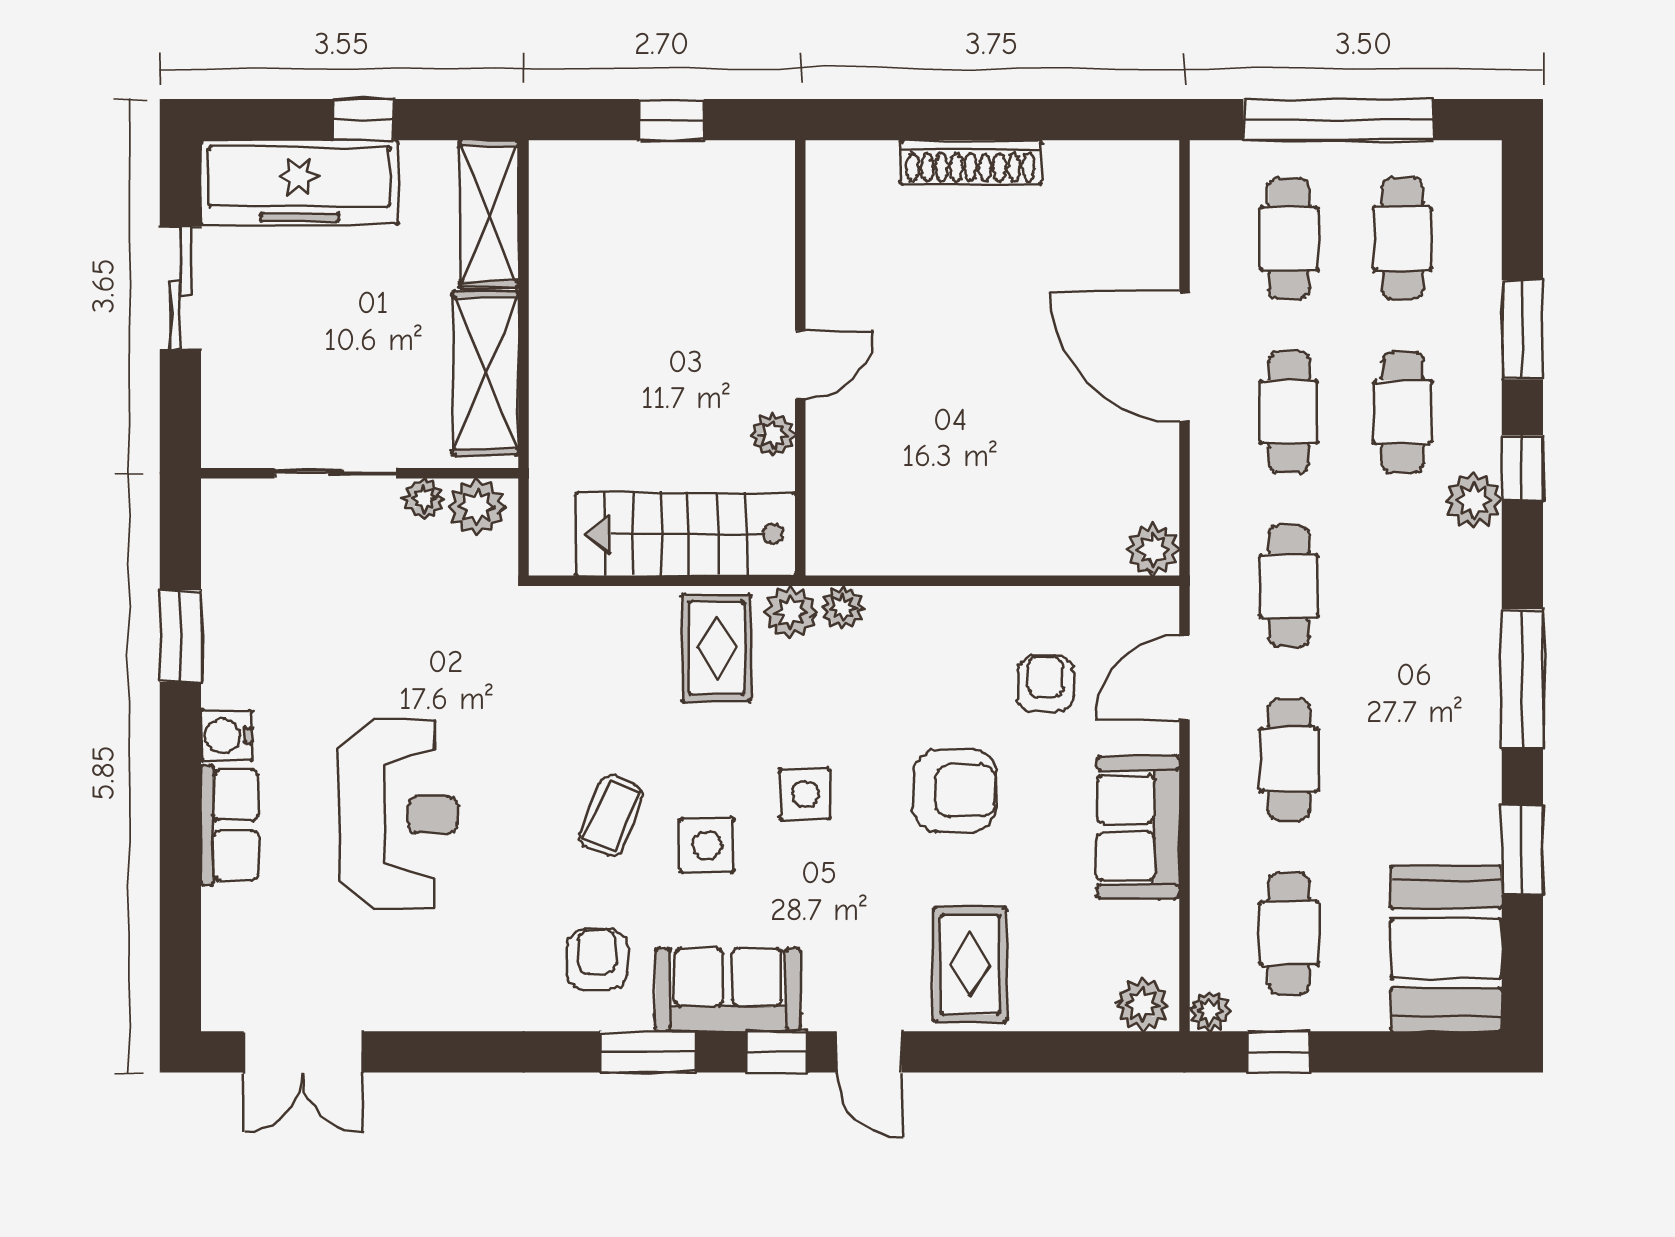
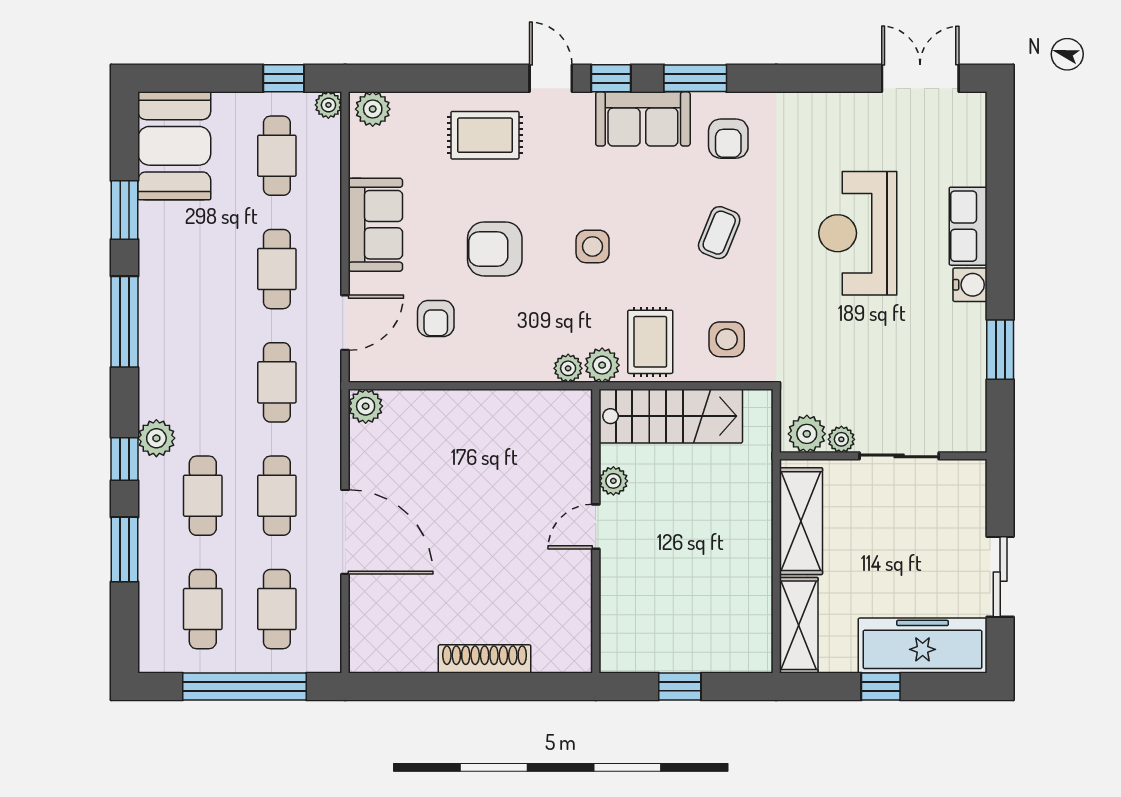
side table: (707, 846) -> (727, 339), moved
rug: (970, 965) -> (485, 135), turned 90

